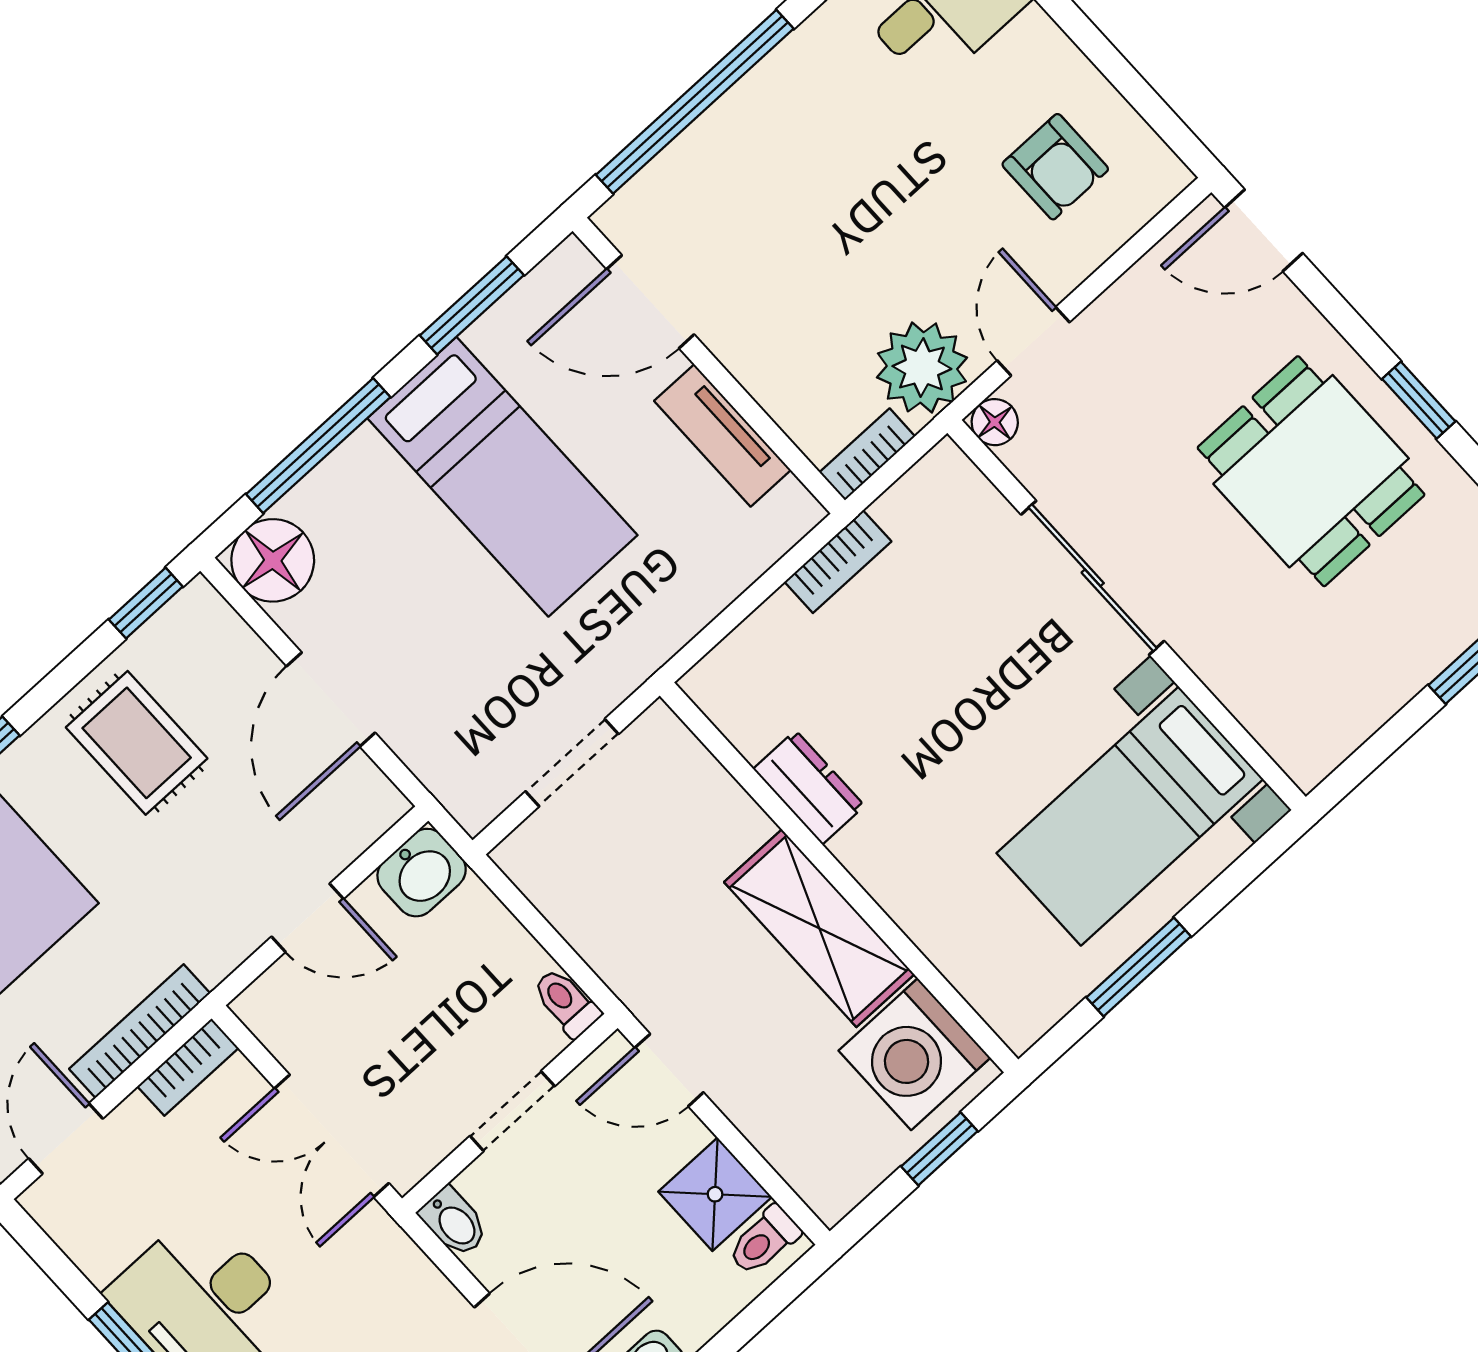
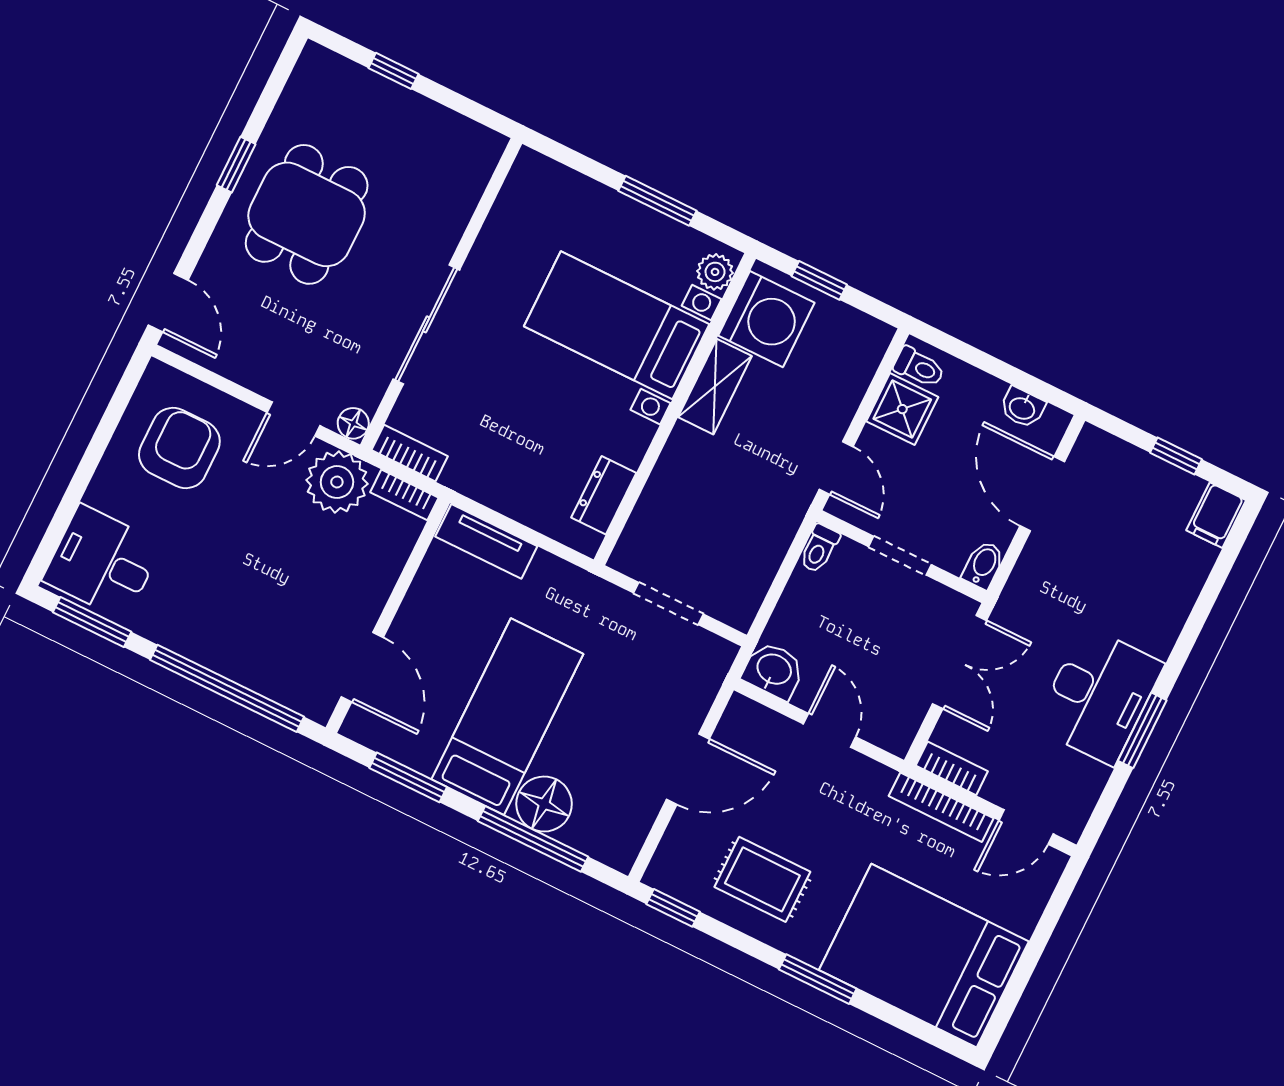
armchair: (1055, 167) -> (179, 448), width x1.38, depth x1.38
tv unit: (722, 435) -> (486, 541), moved, turned 90
floor lamp: (273, 560) -> (544, 804), moved
bookcase: (838, 562) -> (410, 453), moved
rug: (137, 743) -> (762, 879), turned 90
dresser: (809, 787) -> (604, 495), moved
bed with nightstands: (1130, 816) -> (617, 325), moved, turned 180
shelving: (819, 928) -> (715, 387), width x0.67, depth x0.75
plant: (1008, 1008) -> (715, 272), added

